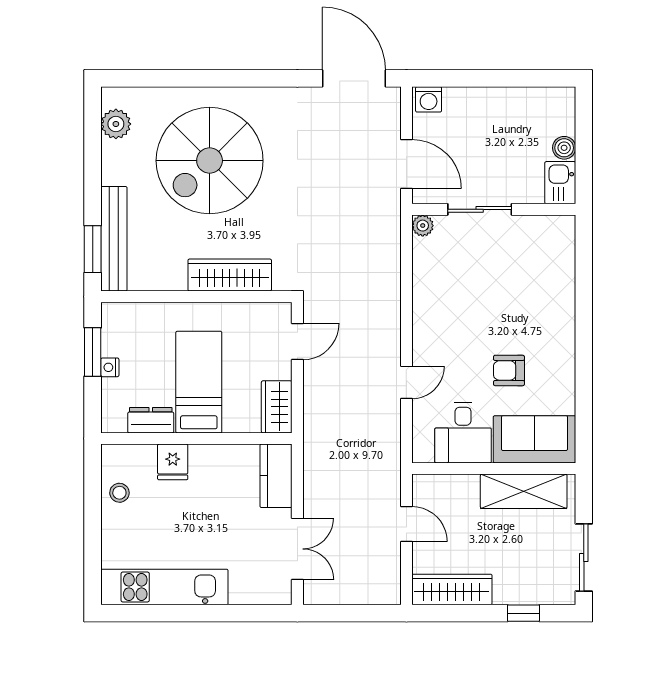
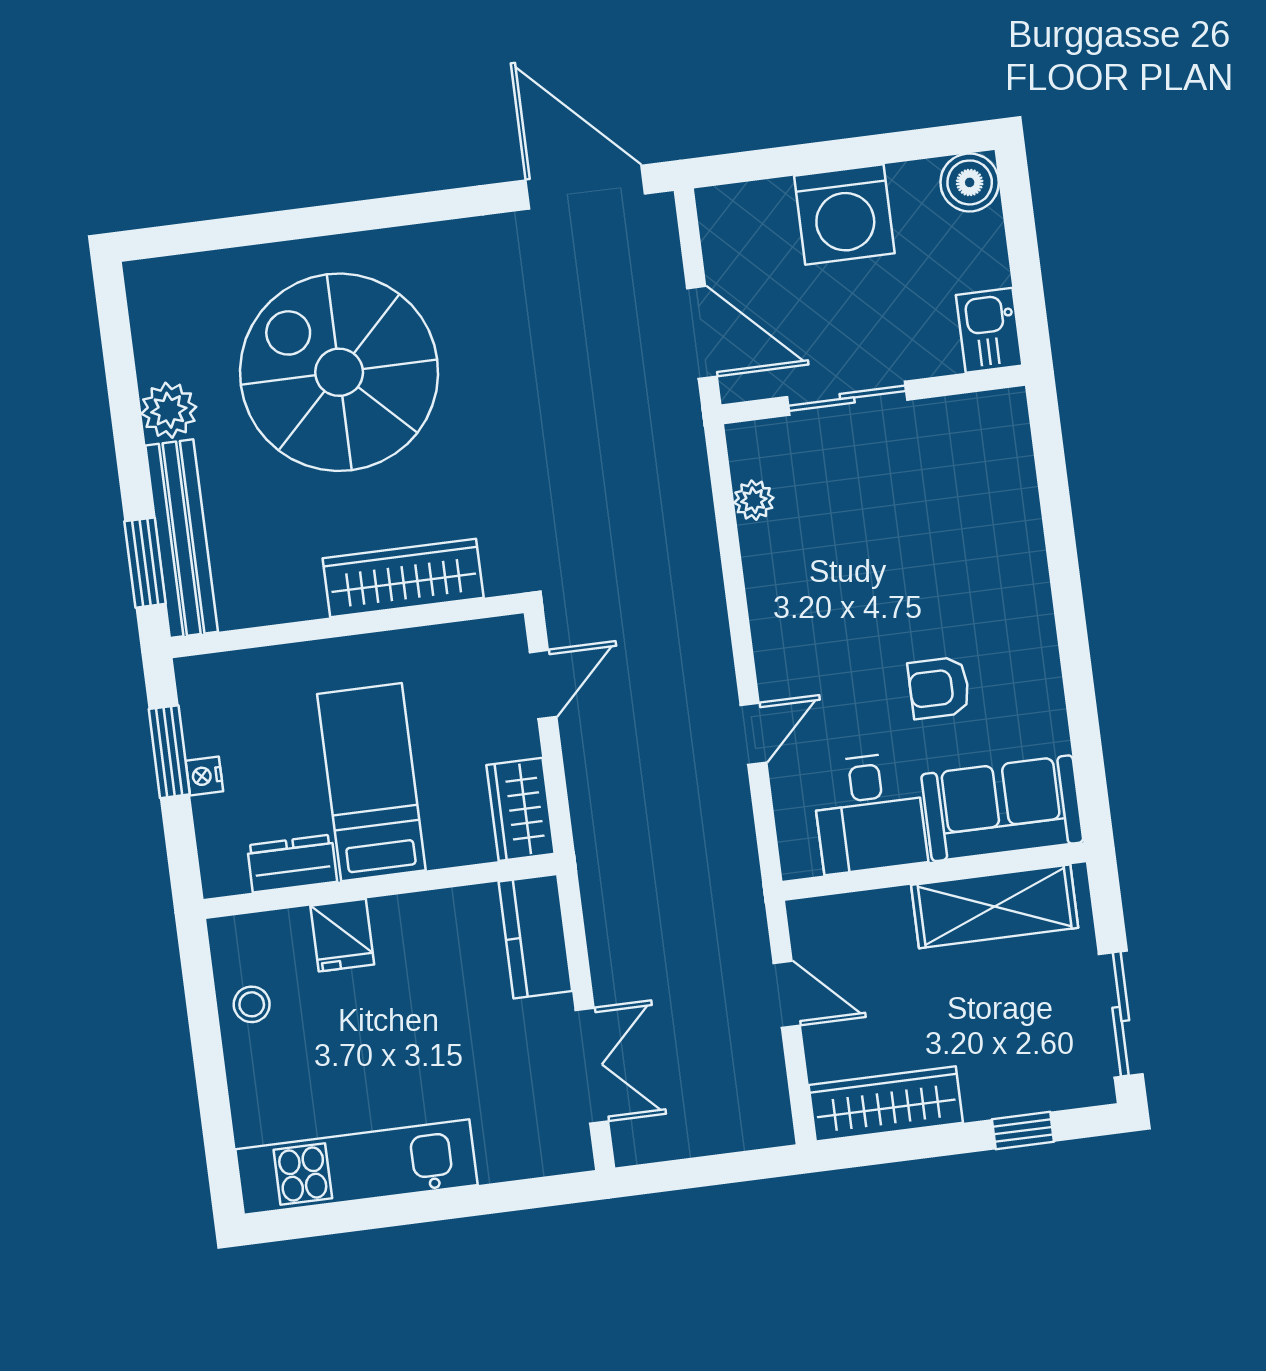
washing machine: (429, 99) -> (844, 215), moved, width x1.89, depth x1.89
plant: (116, 124) -> (169, 410), moved
boiler: (564, 148) -> (970, 182), moved, width x1.36, depth x1.36
spiral stairs: (210, 161) -> (339, 372), turned 90
plant: (423, 226) -> (754, 500), moved

